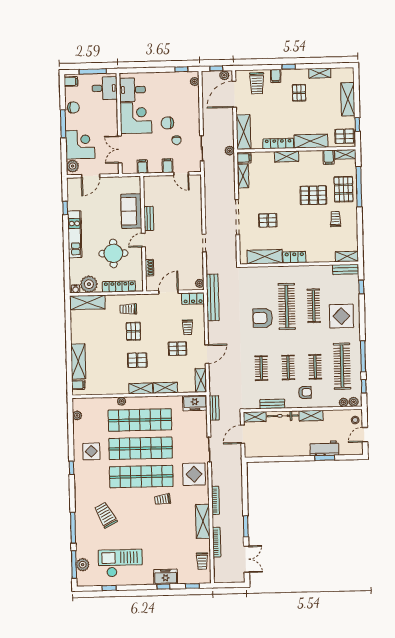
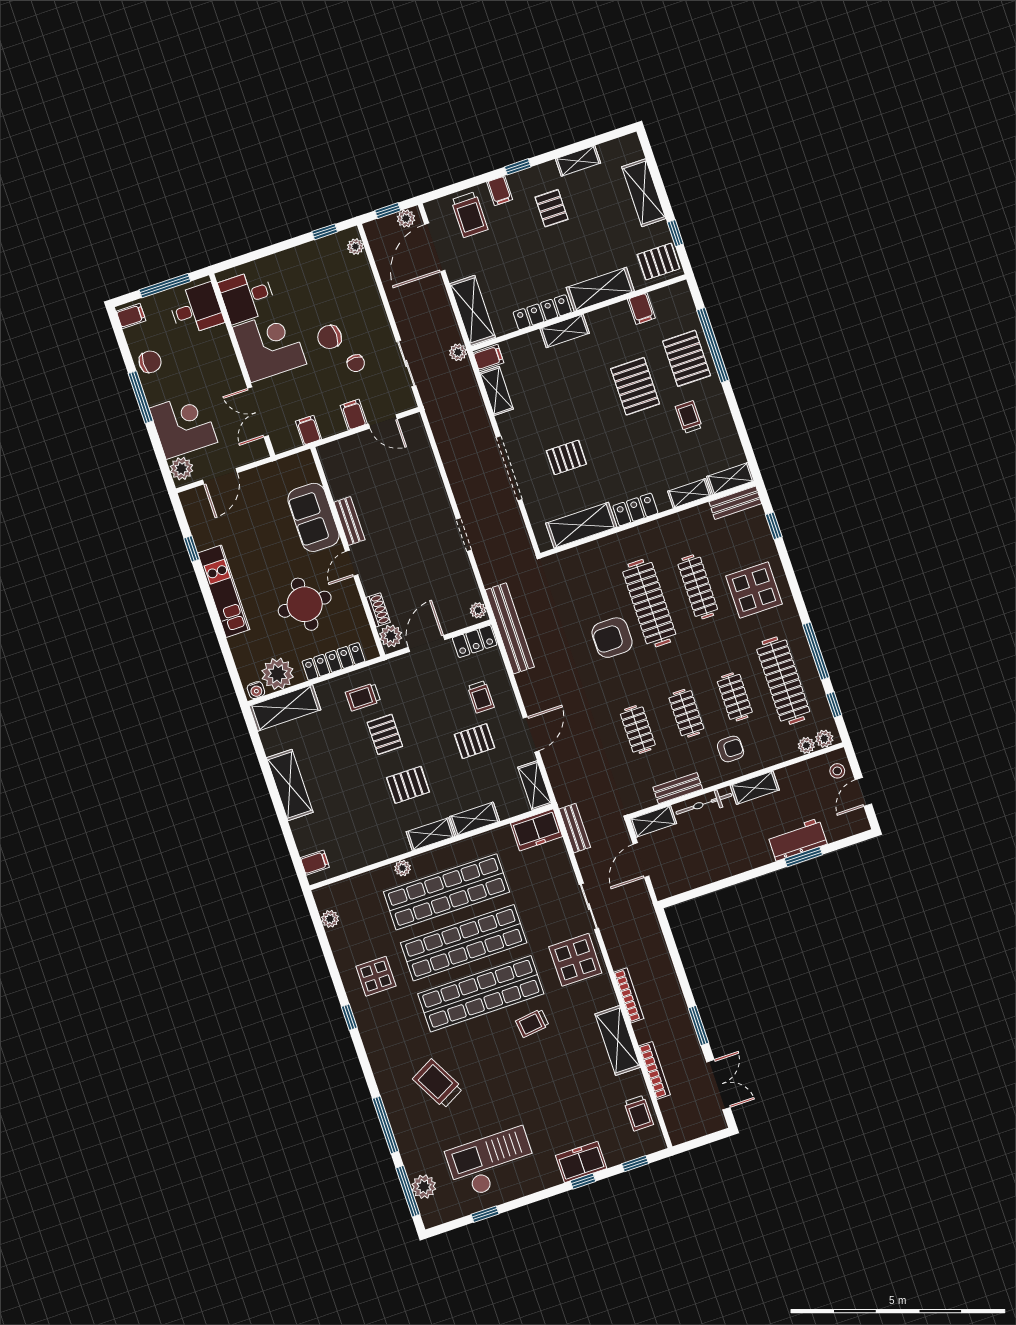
shelving: (345, 154) -> (689, 493), moved
pallet: (313, 195) -> (635, 386), turned 90
plant: (152, 283) -> (391, 636), added
shelving: (78, 361) -> (290, 785), moved

